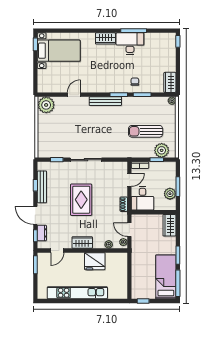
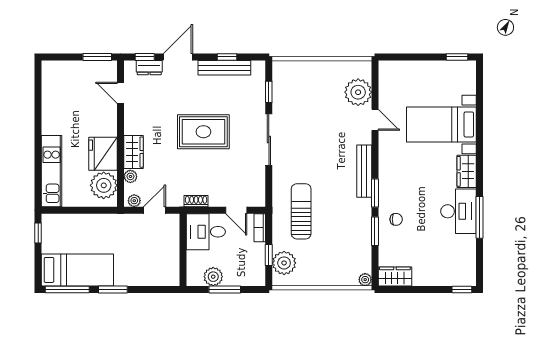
bed with nightstands: (59, 51) -> (441, 124), moved, turned 90
plant: (46, 105) -> (358, 92), moved
sun lounger: (146, 131) -> (301, 211), moved
wardrobe: (169, 225) -> (162, 276), removed
wardrobe: (82, 242) -> (134, 152), moved
plant: (114, 261) -> (104, 185), added
kitchen unit: (77, 293) -> (52, 171), moved, width x0.73

